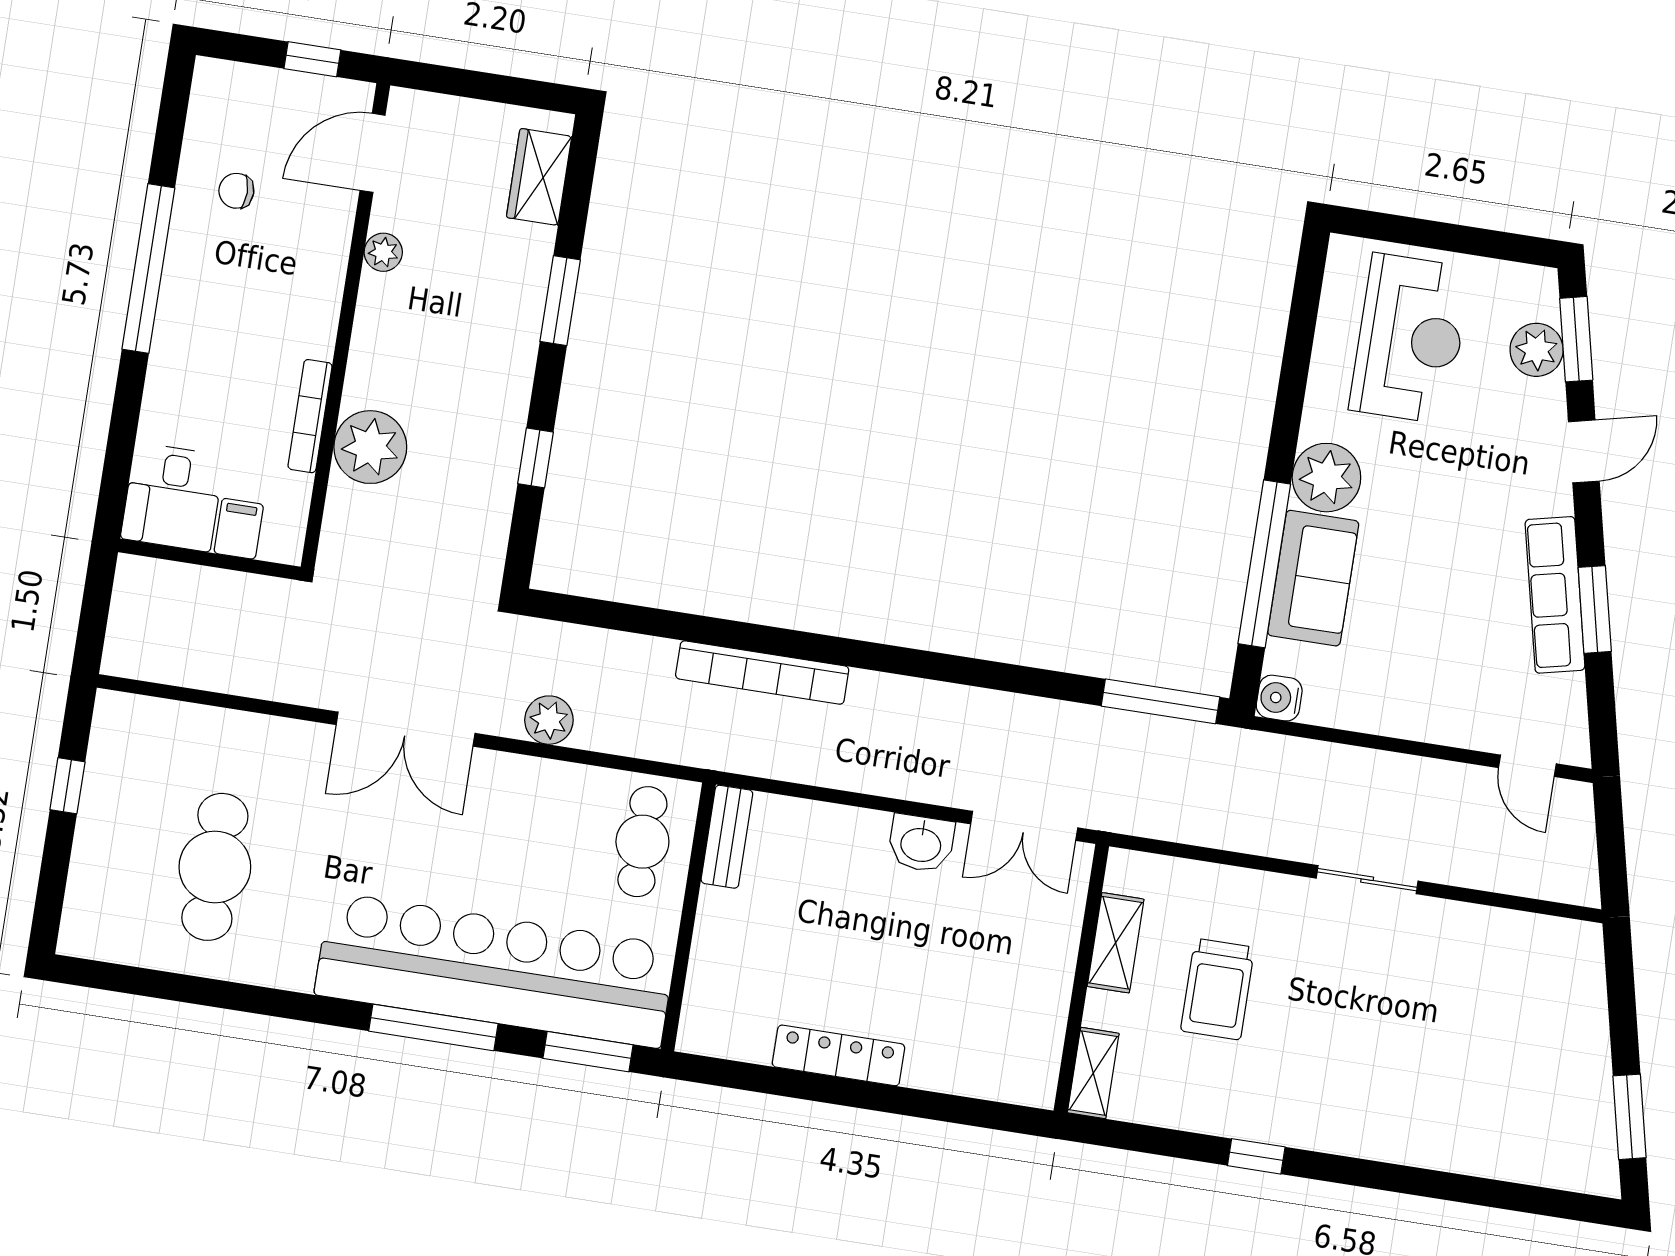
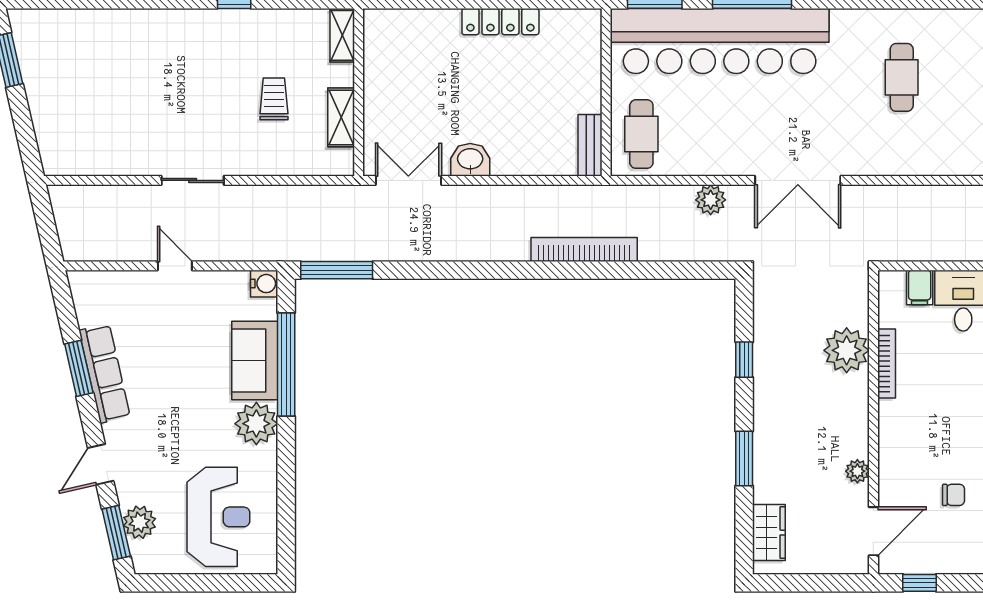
reception desk: (1410, 339) -> (218, 517), turned 180
double door: (406, 729) -> (798, 180), swing flipped
door: (1527, 766) -> (175, 266), moved
cafe table: (215, 867) -> (902, 77), width x0.73, depth x0.74
trolley: (1218, 989) -> (274, 99), width x0.73, depth x0.72

